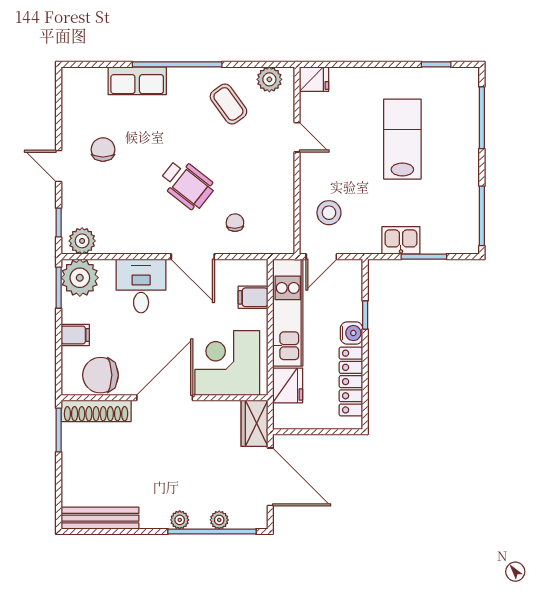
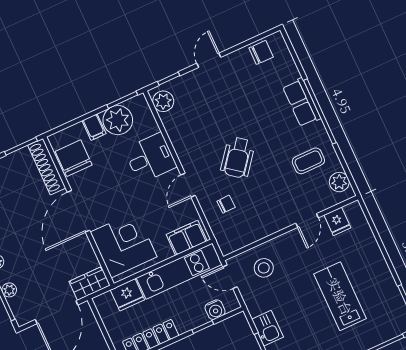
fridge: (314, 79) -> (337, 221), moved
row of seats: (137, 81) -> (302, 102), moved
coffee table: (228, 104) -> (308, 161), turned 36
lab bench: (402, 139) -> (340, 296), turned -90
chair: (103, 150) -> (261, 52), moved
door: (193, 257) -> (188, 185), width x0.73
plant: (80, 278) -> (118, 120), moved
filing cabinet: (253, 297) -> (187, 238), width x2.00
water cooler: (352, 333) -> (215, 310), moved
door: (165, 398) -> (79, 211), swing flipped

